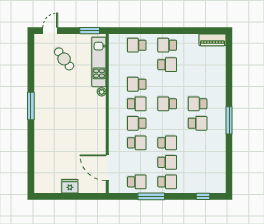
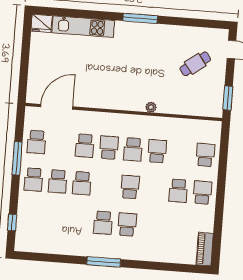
kitchen unit: (99, 62) -> (83, 27), moved, turned 180
fridge: (70, 186) -> (42, 23), moved, turned 90

